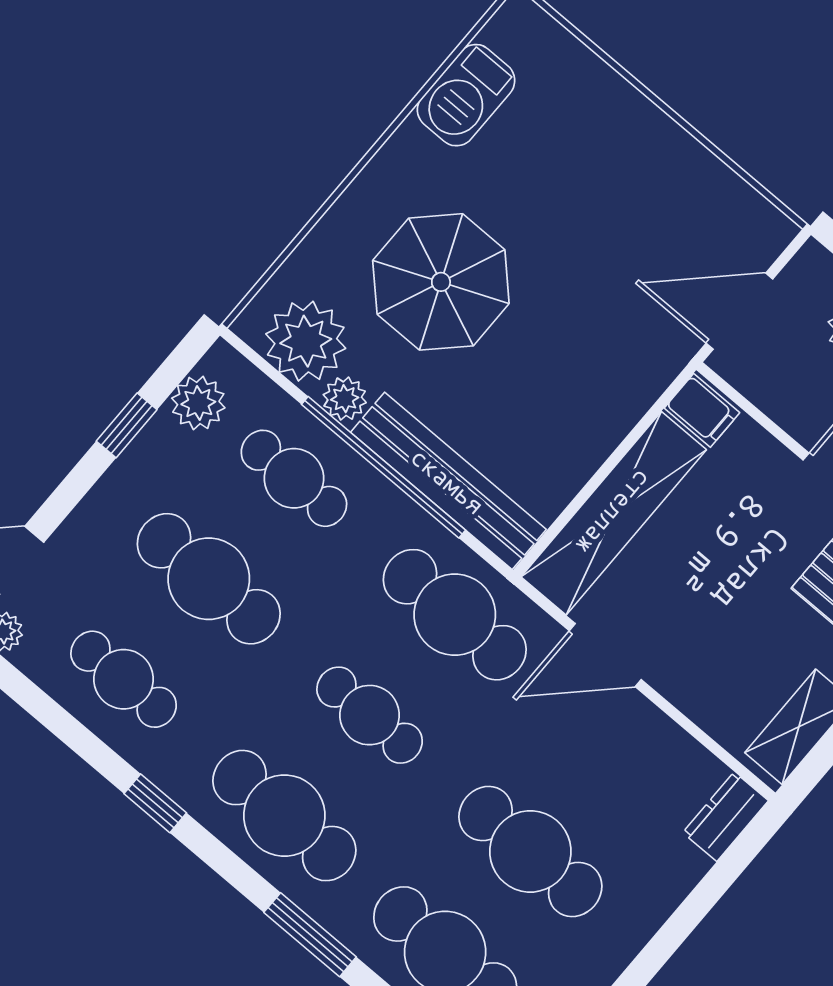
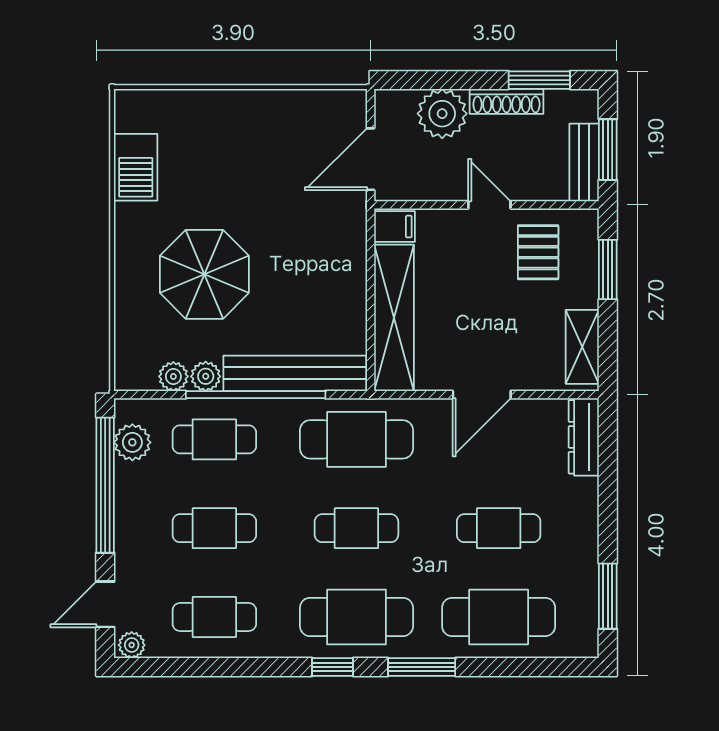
plant: (306, 341) -> (173, 376), width x0.53, depth x0.53
window: (127, 425) -> (105, 485), width x3.17
cafe table: (209, 579) -> (214, 528), width x0.73, depth x0.74
door: (605, 655) -> (482, 395), moved
window: (155, 803) -> (333, 667), moved
dresser: (726, 817) -> (584, 437), width x1.44
cafe table: (530, 851) -> (499, 528), width x0.73, depth x0.74

